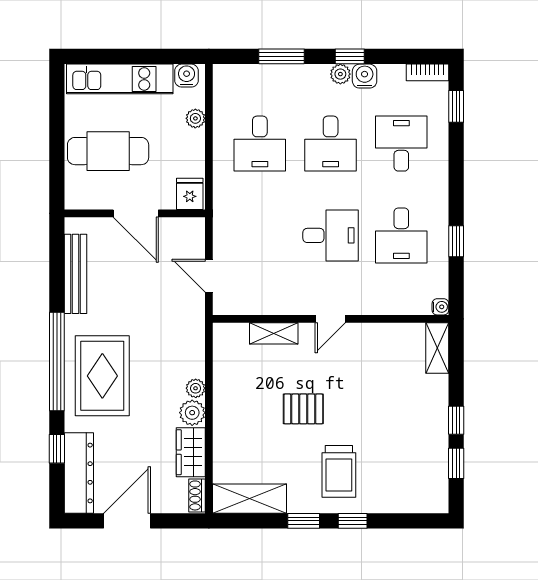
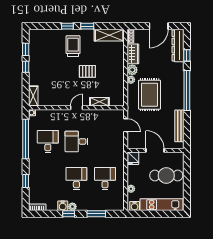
window: (456, 106) -> (26, 181), moved
desk: (401, 144) -> (48, 179), removed
window: (456, 241) -> (26, 139), width x3.17
rug: (102, 376) -> (149, 95), moved

